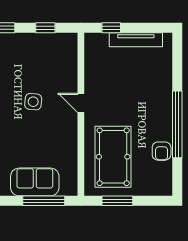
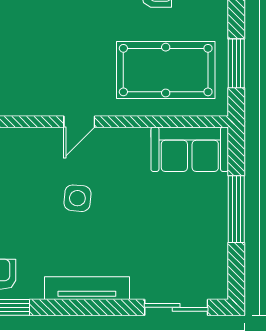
sofa: (35, 182) -> (190, 149), moved, turned -90
window: (44, 201) -> (236, 209), moved

